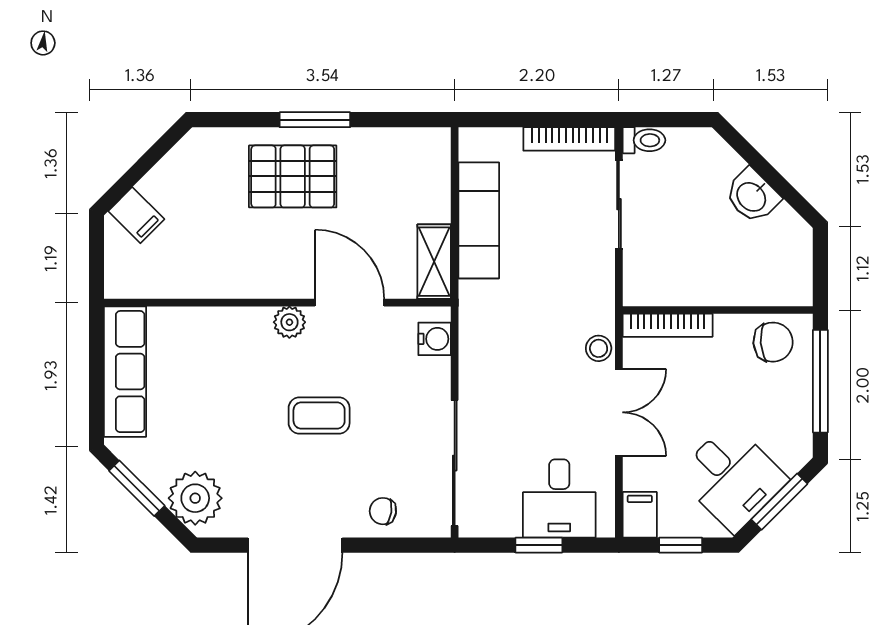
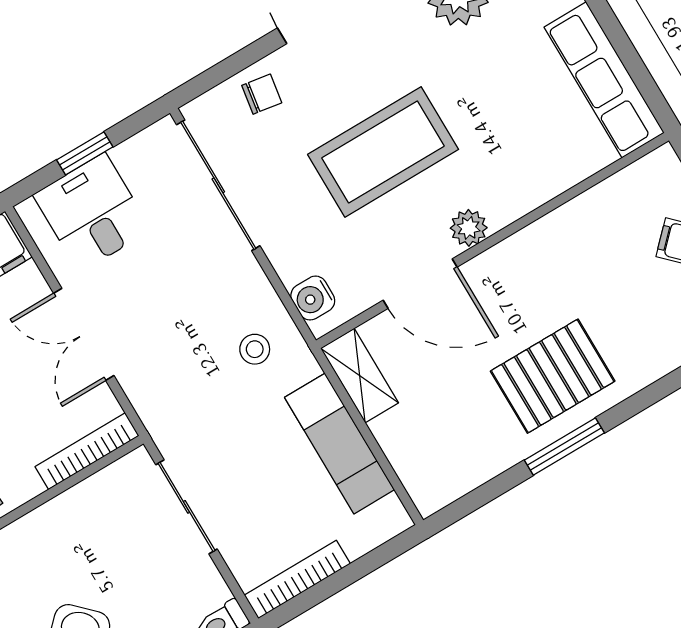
sliding door: (619, 204) -> (187, 507), moved
stool: (599, 348) -> (255, 349), moved
coffee table: (319, 416) -> (383, 152), width x1.86, depth x1.72

